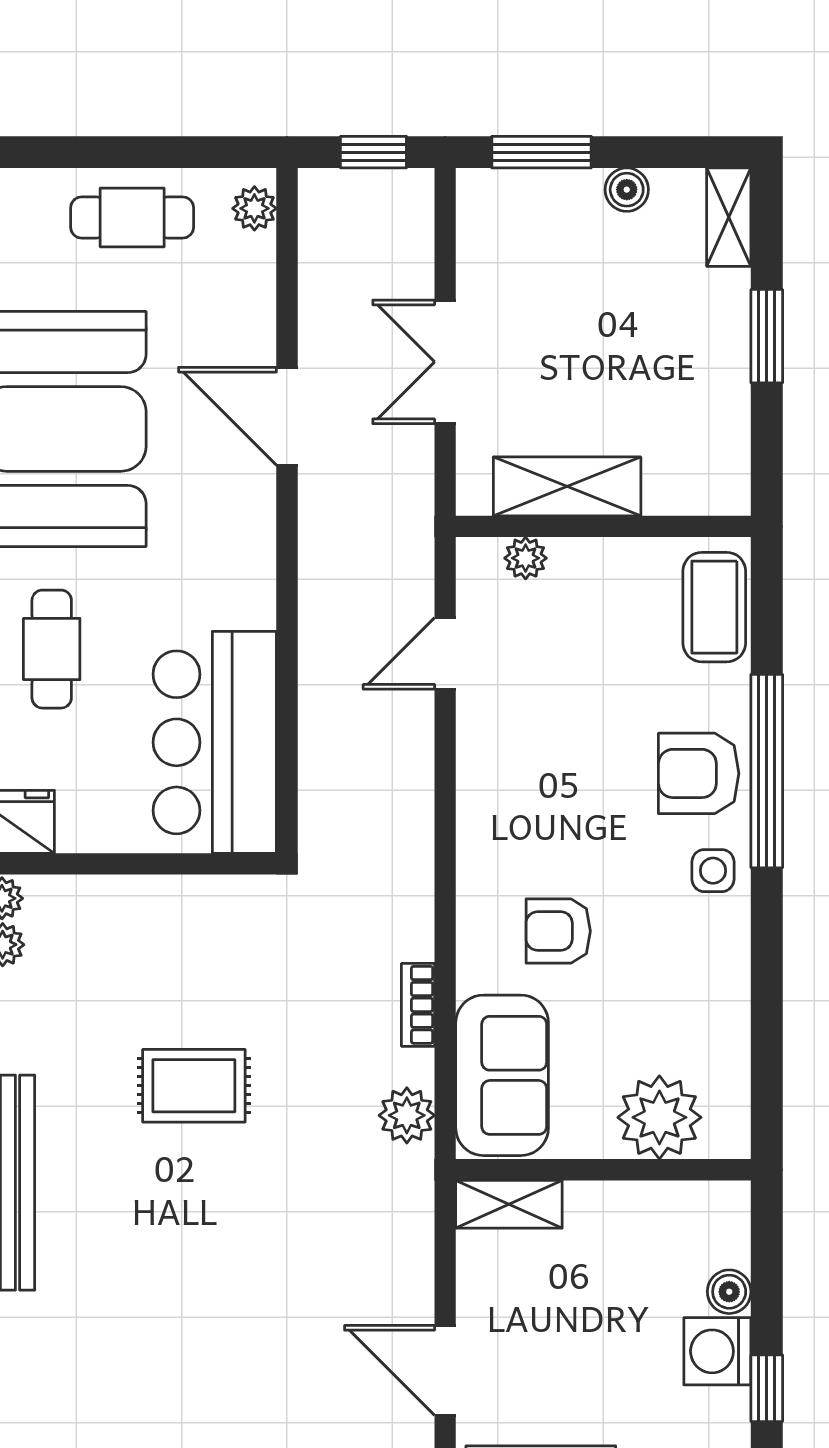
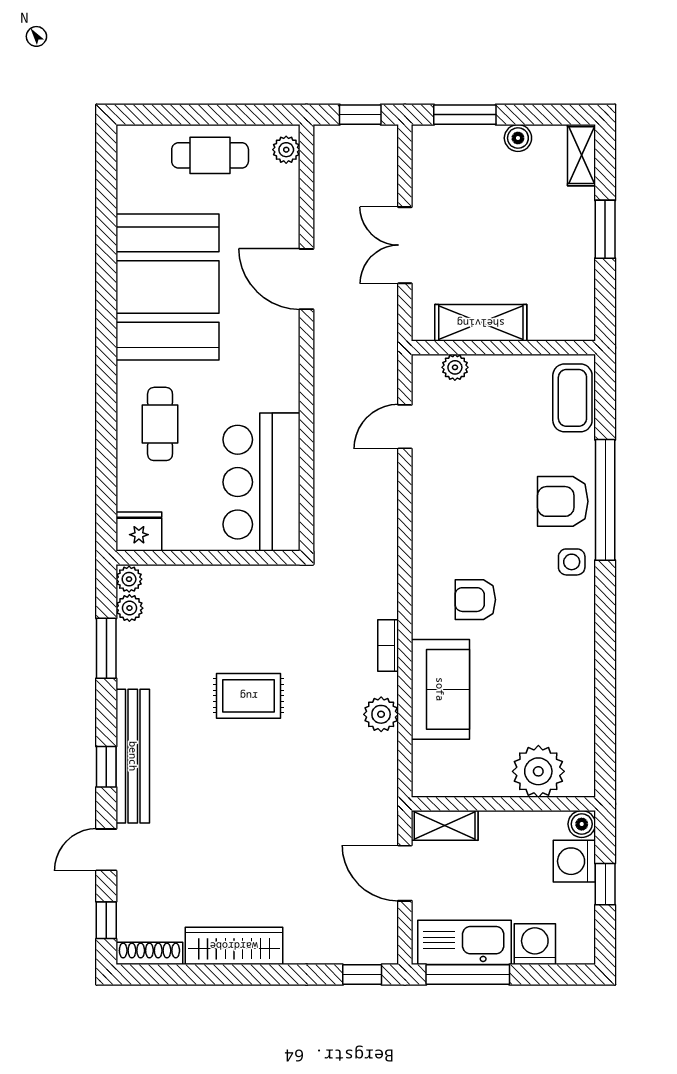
plant: (659, 1117) -> (538, 771), moved
wall: (603, 1170) -> (503, 804), moved
shelving: (509, 1204) -> (445, 825), moved

